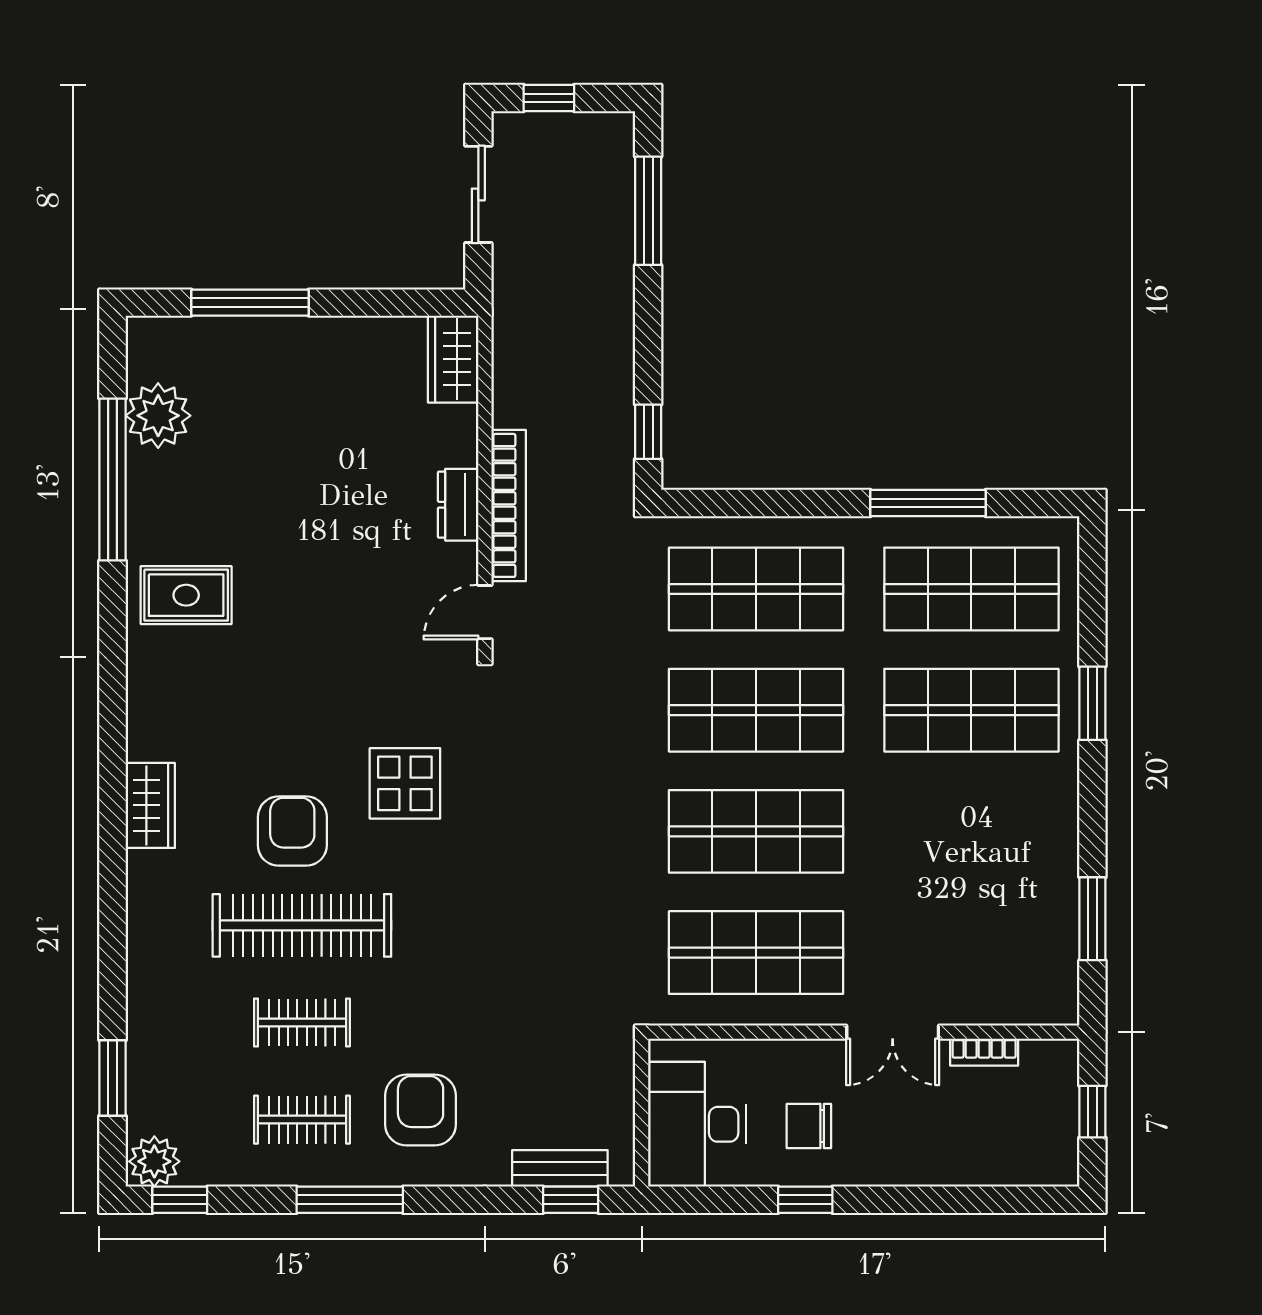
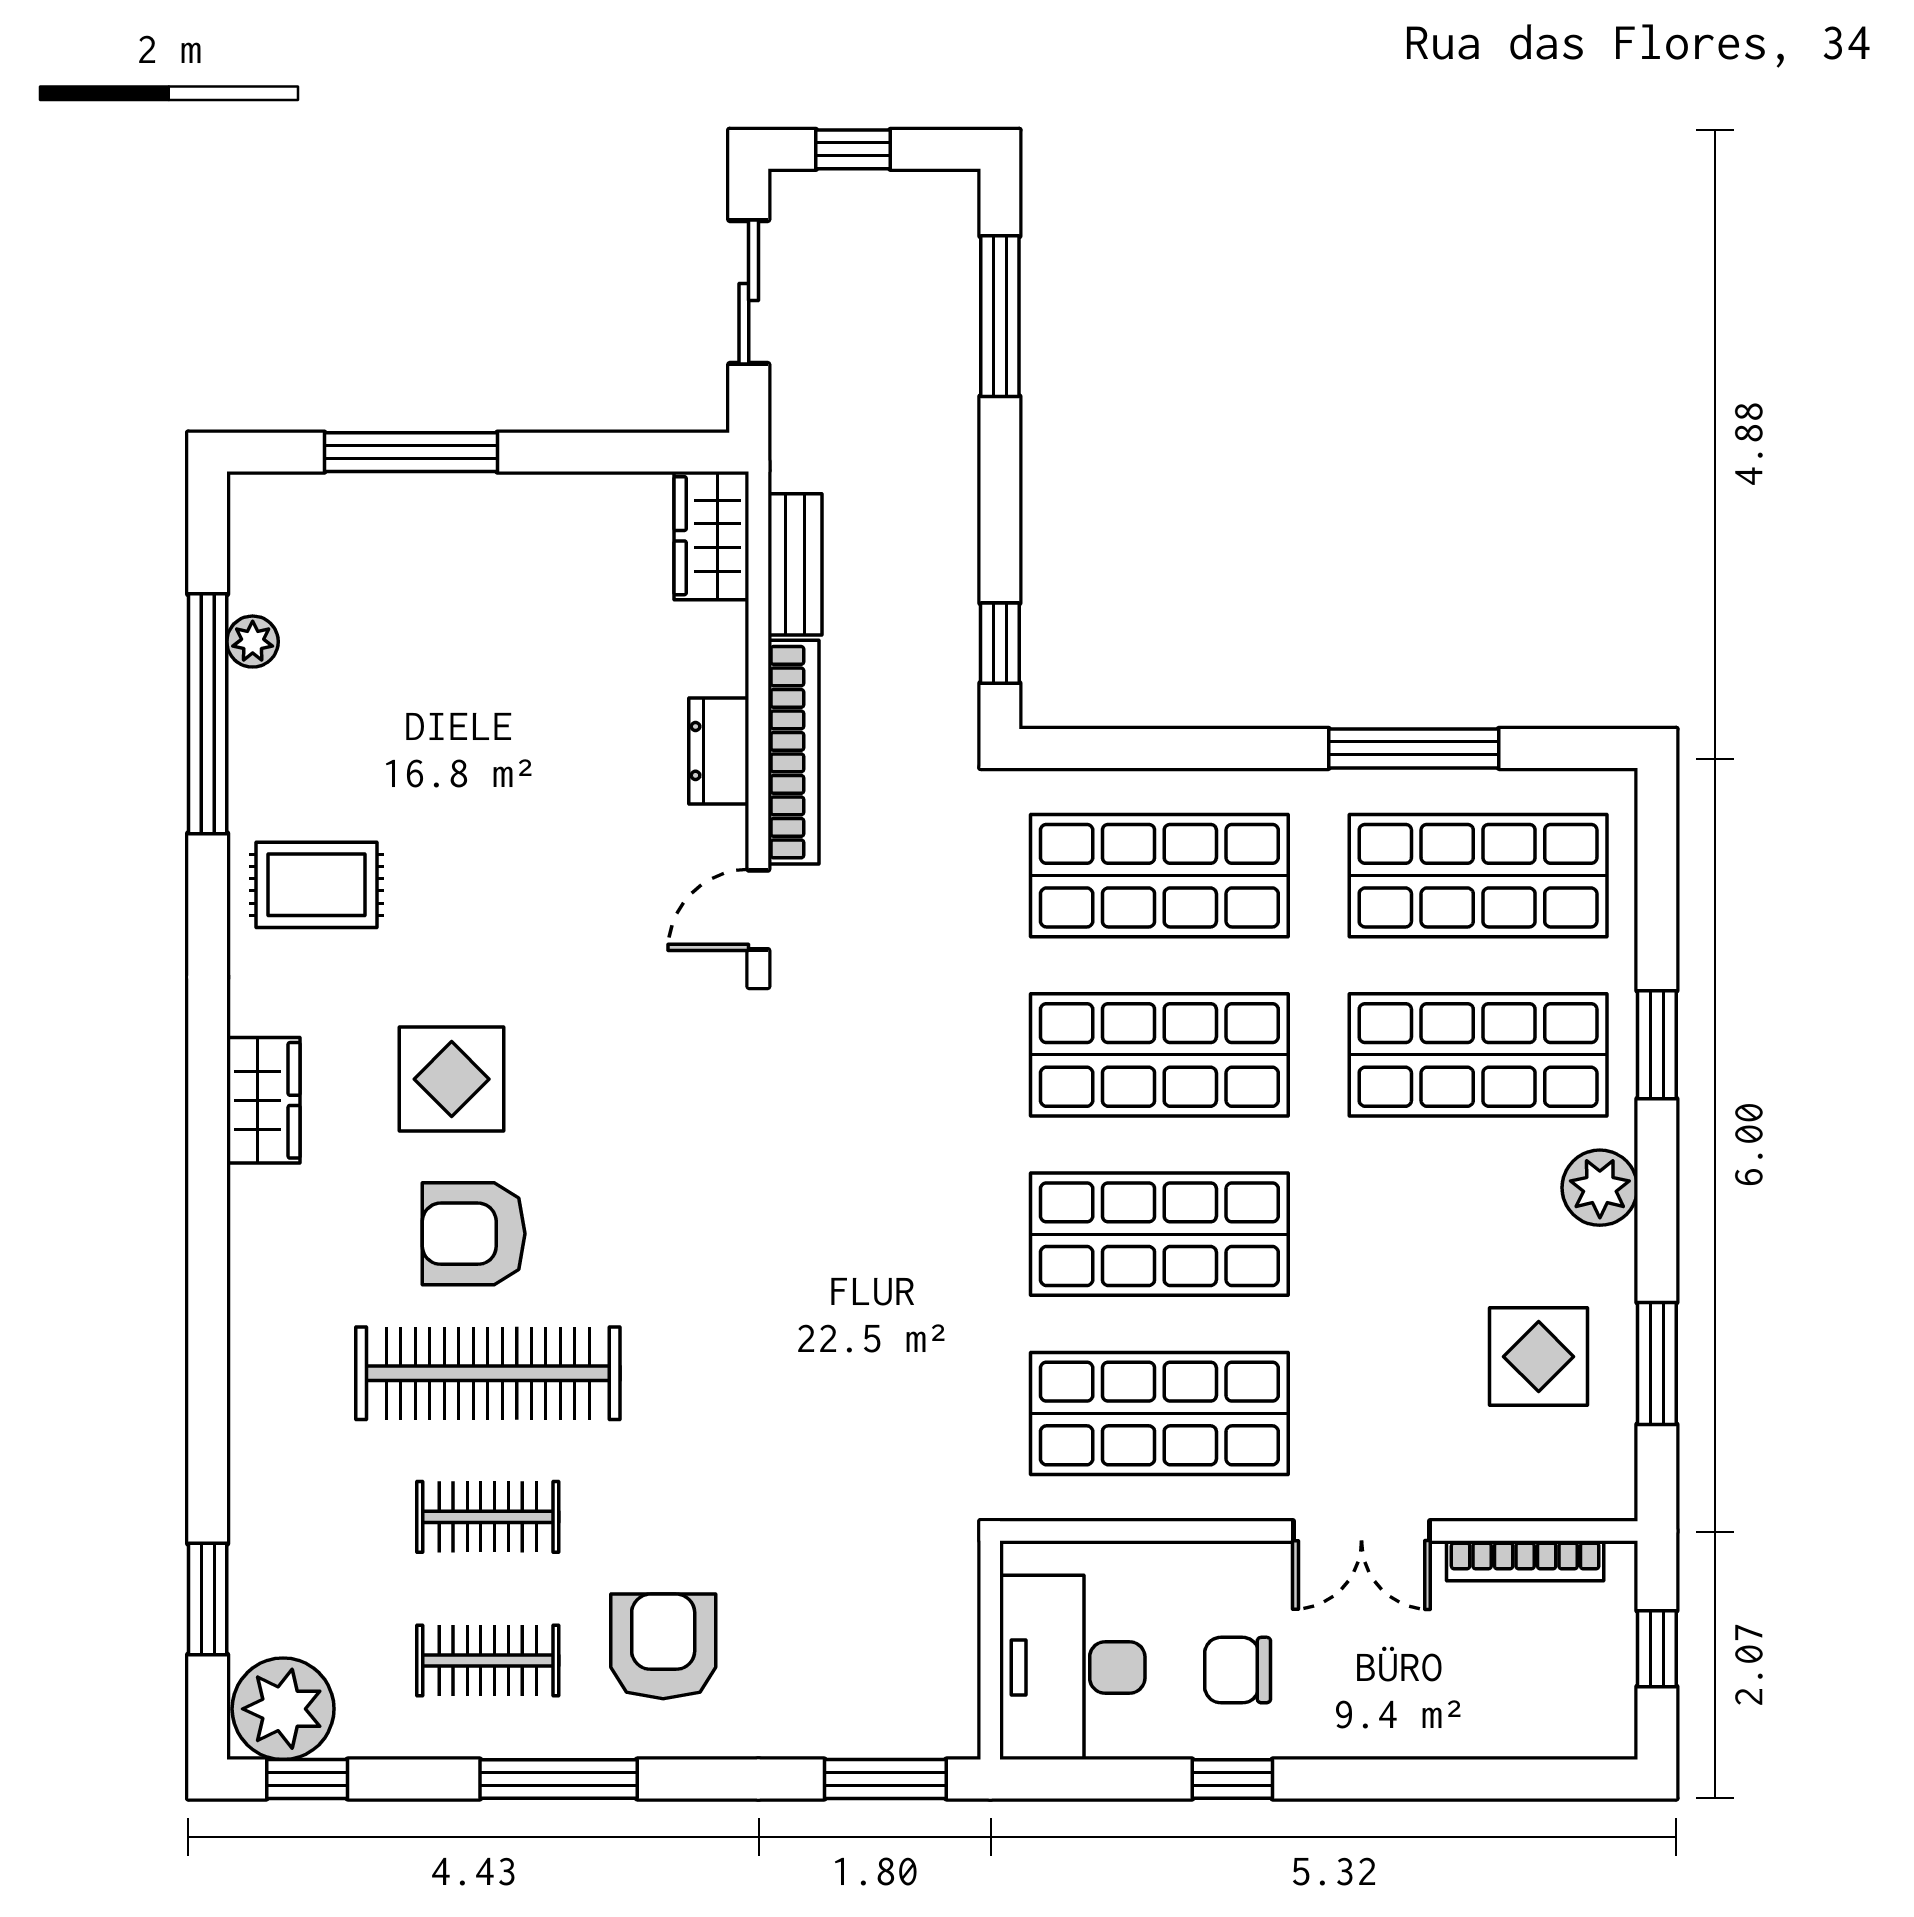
plant: (158, 416) -> (253, 642), width x0.53, depth x0.53
display table: (405, 783) -> (452, 1079), moved
plant: (1054, 800) -> (1600, 1188), added
wardrobe: (150, 805) -> (263, 1100), moved
armchair: (292, 831) -> (474, 1234), turned -90
display table: (1012, 914) -> (1539, 1357), added
bookcase: (984, 1052) -> (1525, 1561), width x1.56
plant: (154, 1161) -> (283, 1709), width x1.36, depth x1.36
bench: (560, 1168) -> (795, 564), moved, turned 90
window: (571, 1200) -> (885, 1779), width x1.50

